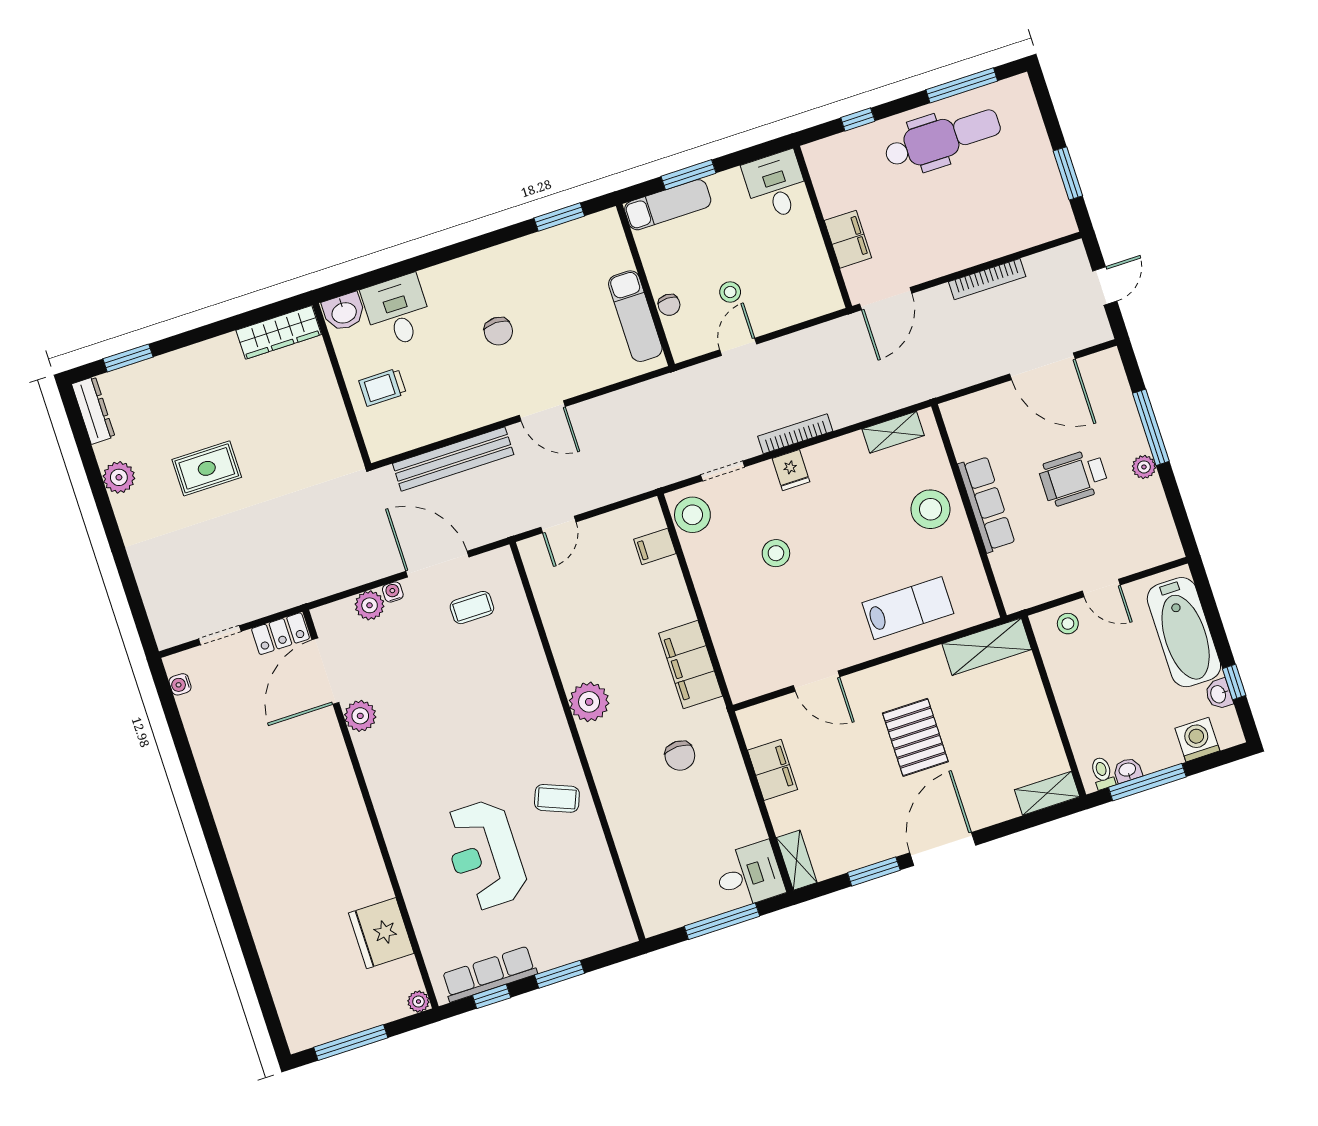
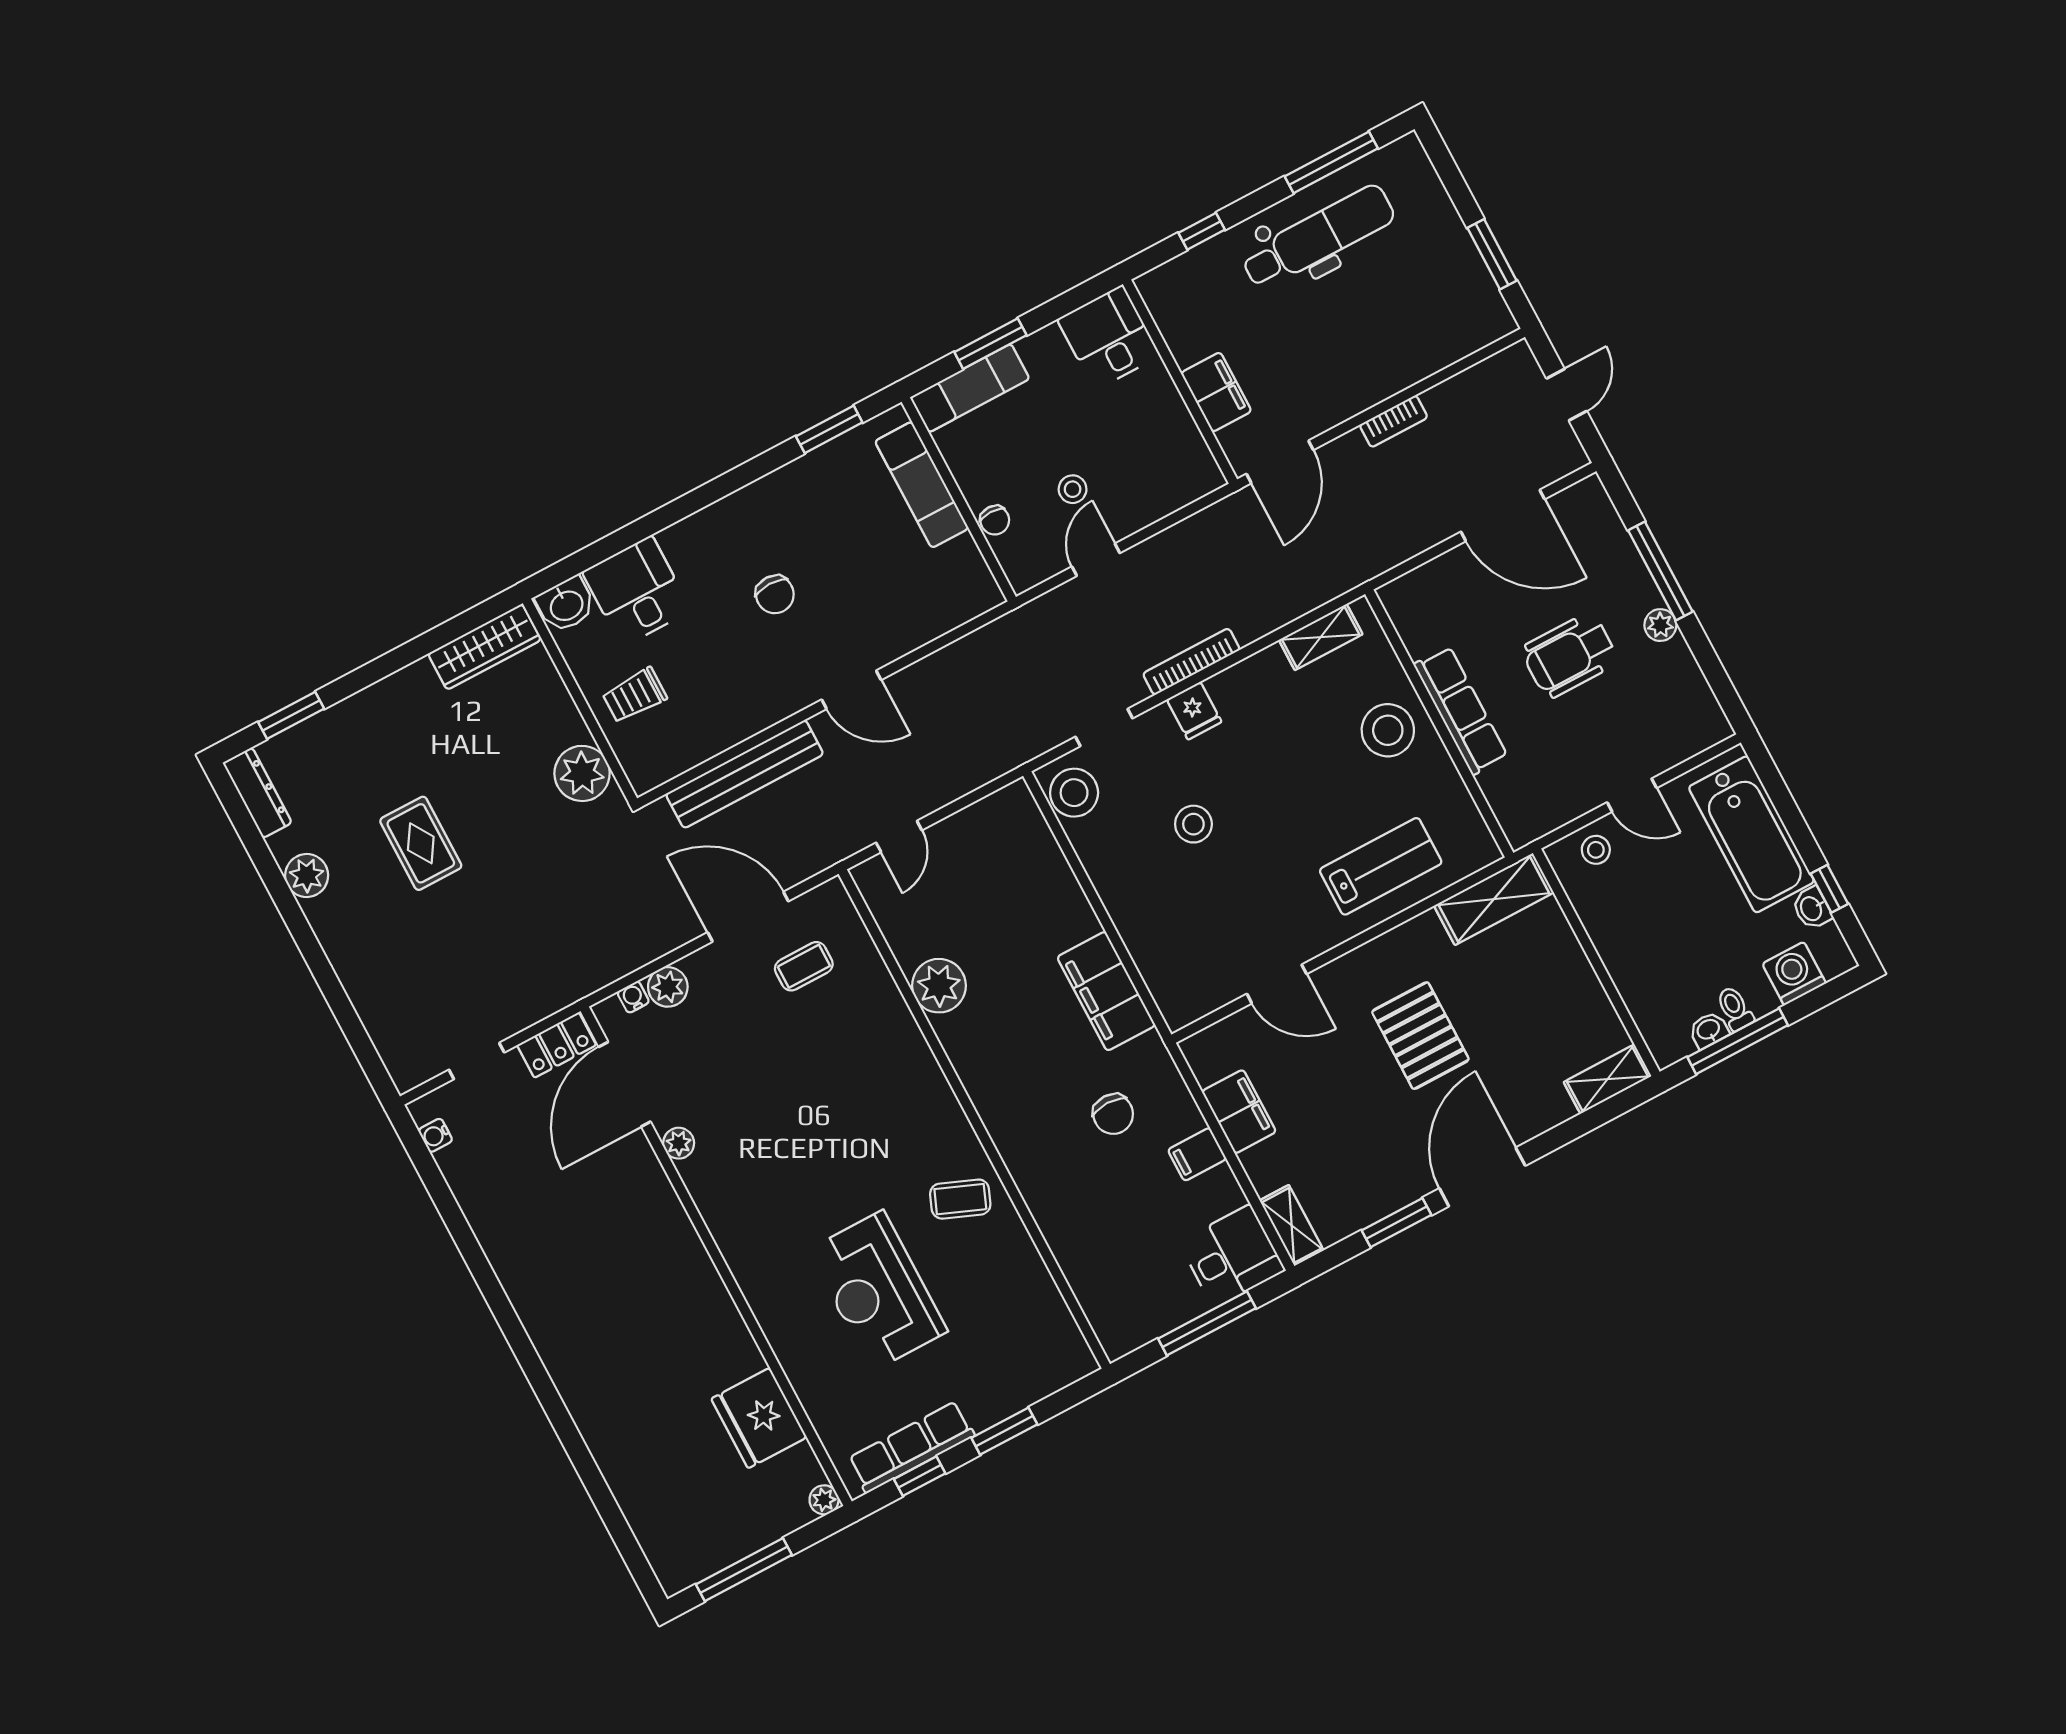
bookcase: (987, 279) -> (1394, 421), width x0.64
exam couch: (635, 316) -> (922, 485), moved
plant: (334, 438) -> (582, 773), added
rug: (207, 468) -> (421, 843), turned 90
filing cabinet: (655, 546) -> (1197, 1154), moved
water cooler: (393, 592) -> (633, 997), moved
plant: (589, 702) -> (939, 986), moved
plant: (360, 716) -> (679, 1143), width x0.73, depth x0.73
toilet: (1102, 773) -> (1735, 1008), moved

